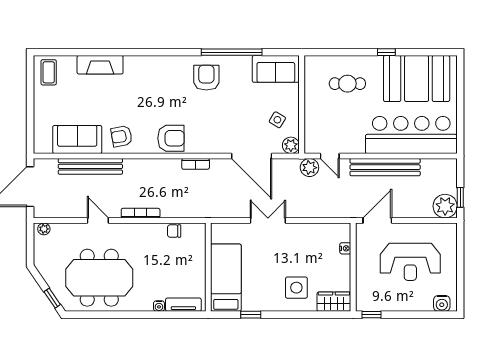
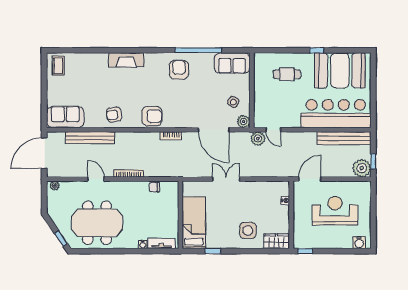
fireplace: (100, 65) -> (126, 60), moved
sofa: (77, 139) -> (65, 117), moved
bench: (385, 167) -> (344, 138), moved
reception desk: (410, 262) -> (335, 211), turned 180

